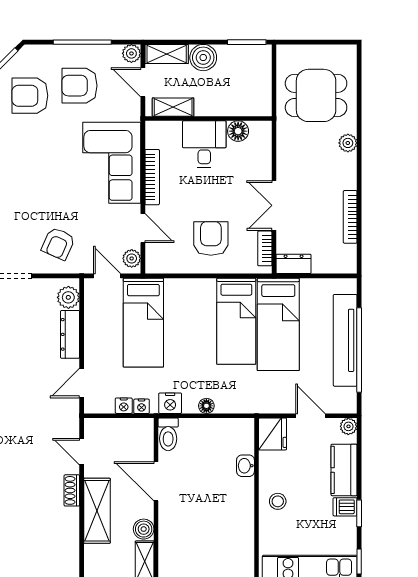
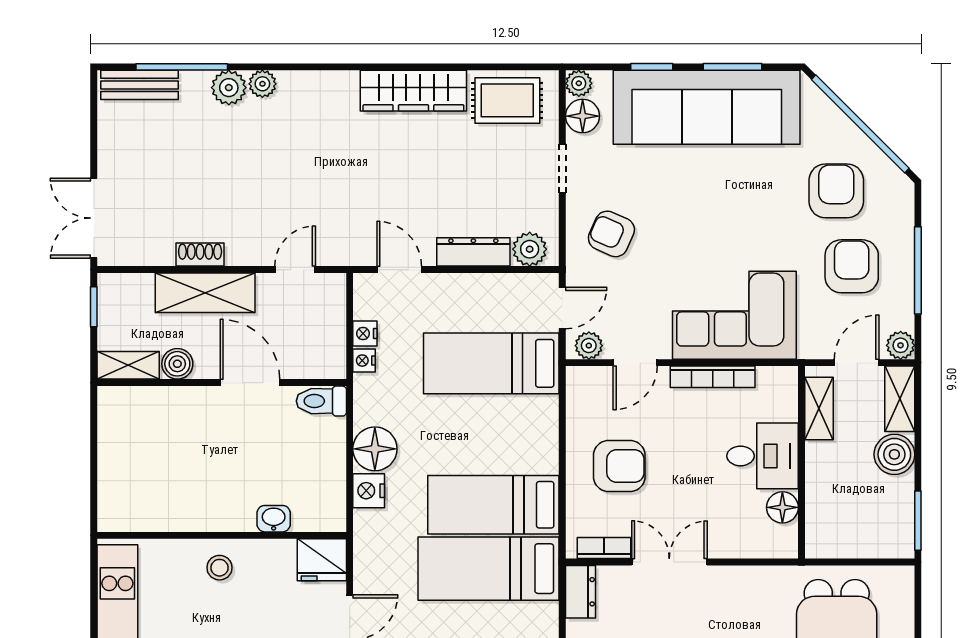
nightstand: (170, 403) -> (369, 491), moved
floor lamp: (206, 406) -> (375, 449), width x1.89, depth x1.89
door: (156, 481) -> (250, 383), hinge flipped
shoe rack: (72, 490) -> (200, 255), moved

